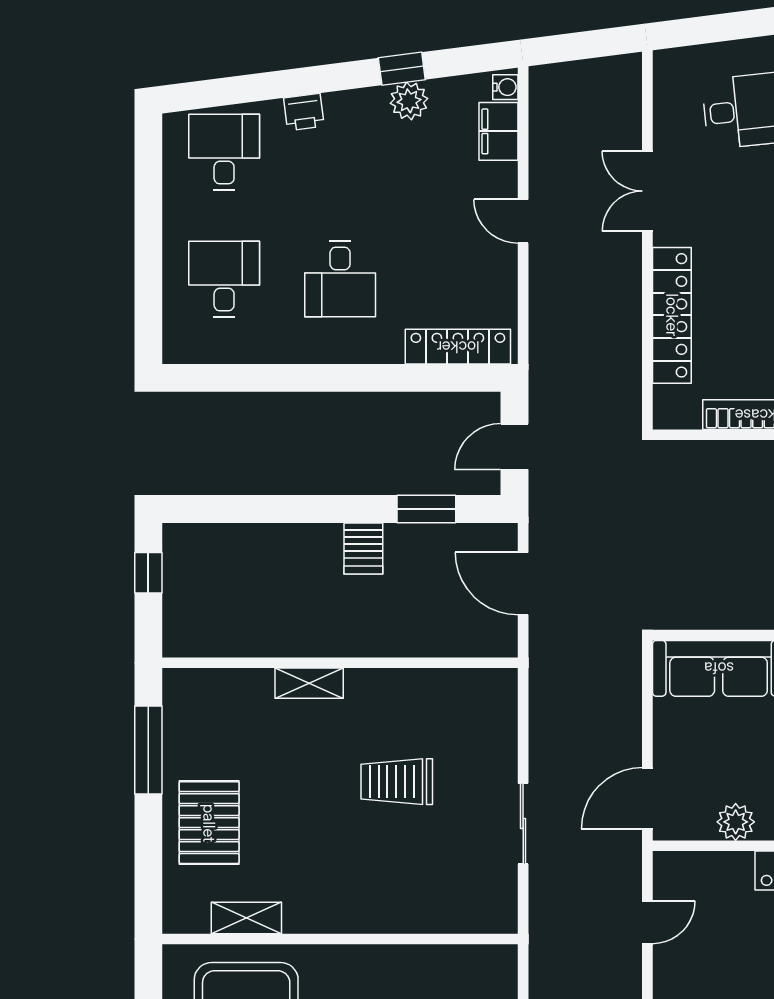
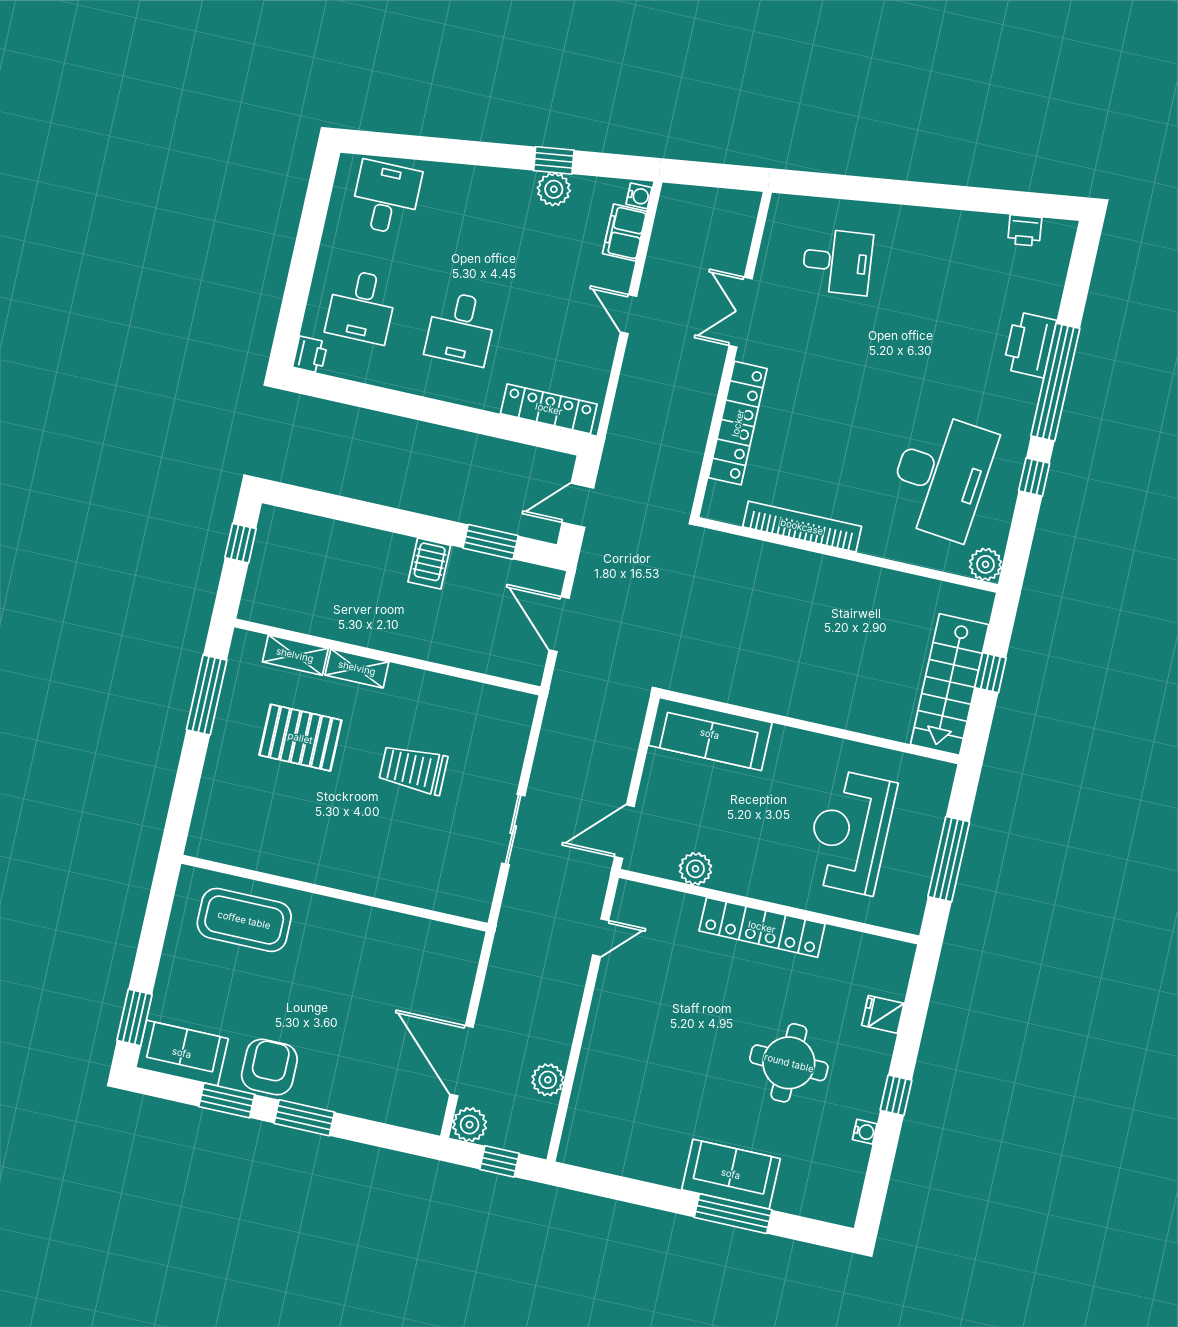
printer: (304, 112) -> (310, 355), moved, turned -83
desk: (224, 279) -> (362, 306), turned 180
pallet: (209, 823) -> (300, 738), moved, turned 90
shelving: (246, 918) -> (295, 655), moved

